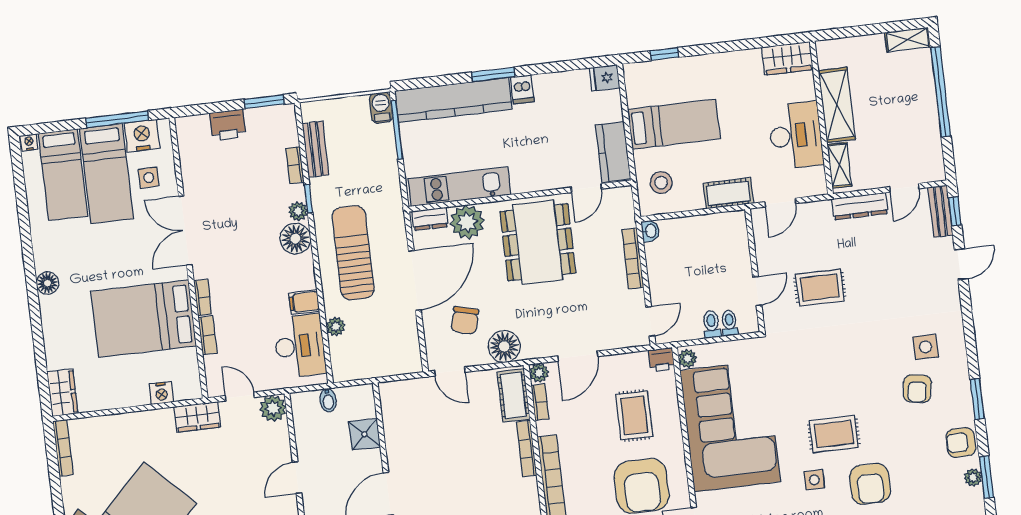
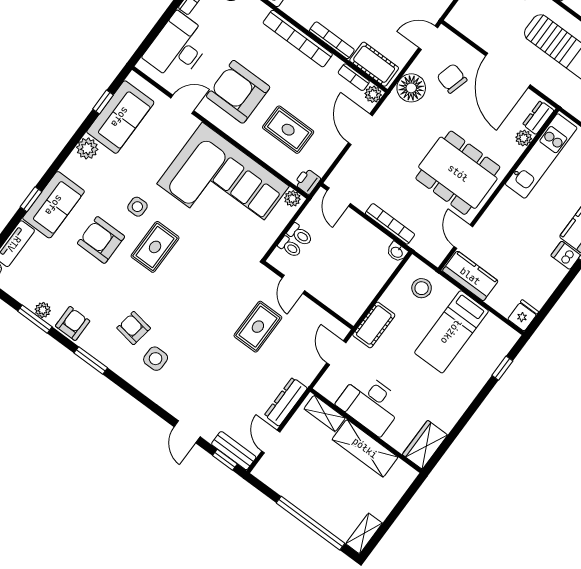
plant: (467, 222) -> (524, 138), width x0.53, depth x0.53

